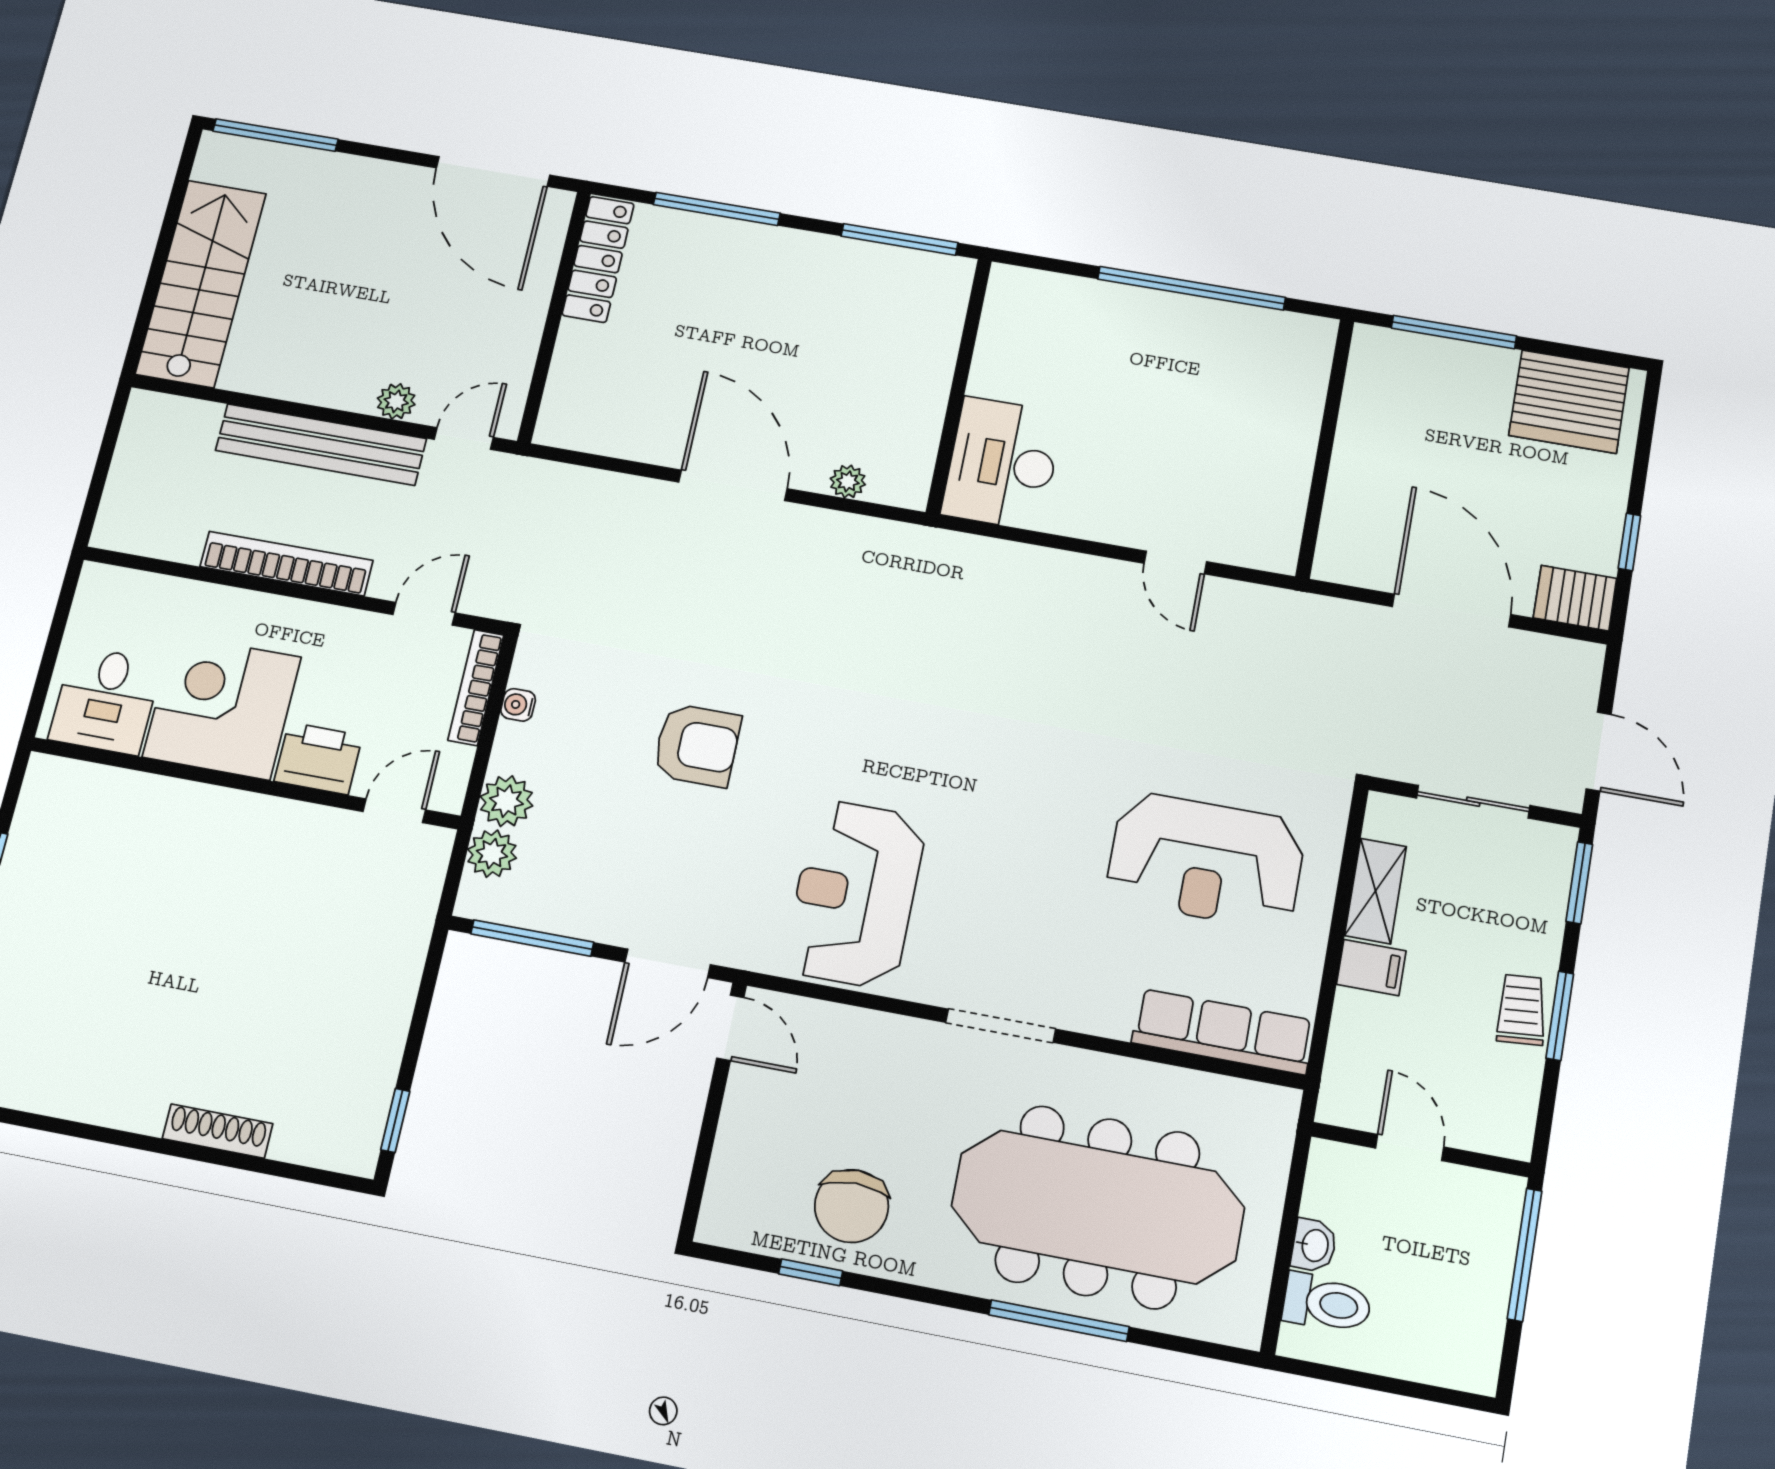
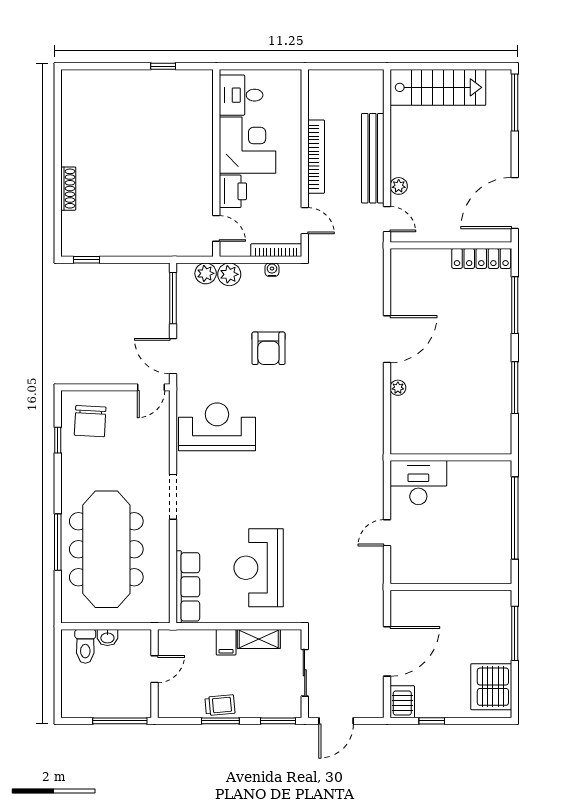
wall: (959, 385) -> (451, 457), moved
desk: (1002, 463) -> (418, 483), moved
chair: (852, 1206) -> (90, 421), moved, turned -87

